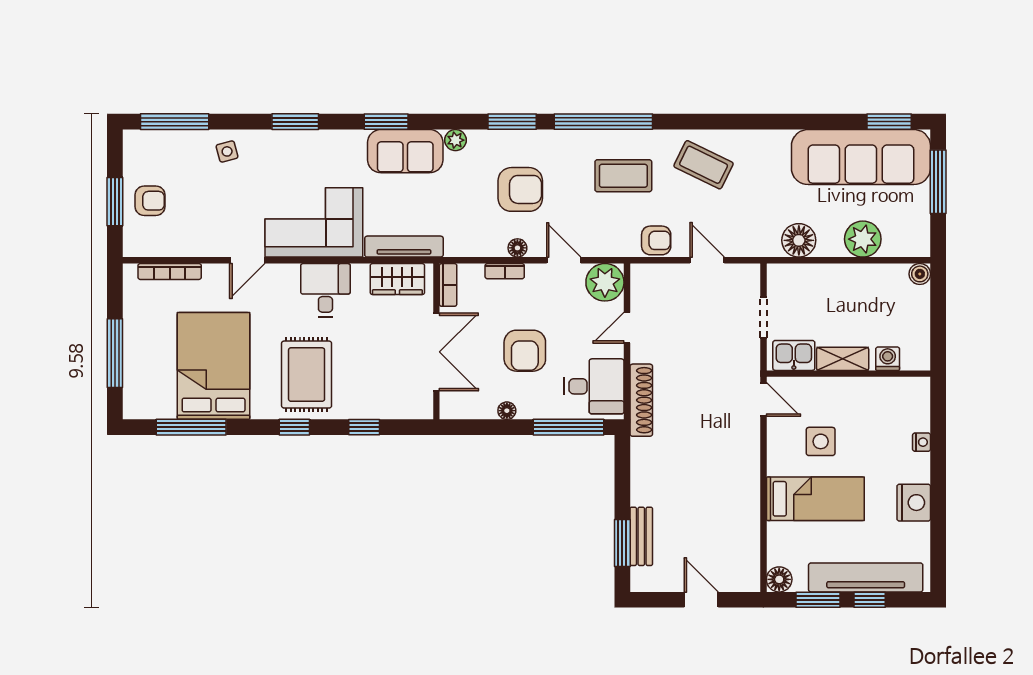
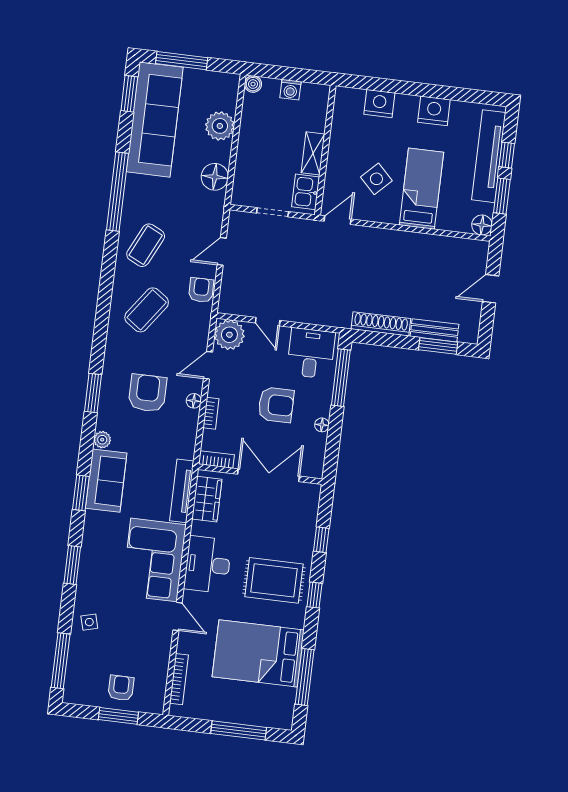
window: (603, 122) -> (117, 192), moved
coffee table: (623, 176) -> (147, 310), turned 36
desk: (325, 290) -> (208, 565), width x1.37
washing machine: (888, 359) -> (290, 90), moved, turned -90
shoe rack: (641, 400) -> (381, 324), moved
side table: (821, 441) -> (376, 179), turned 45
nightstand: (922, 442) -> (379, 104), width x1.89, depth x1.79

